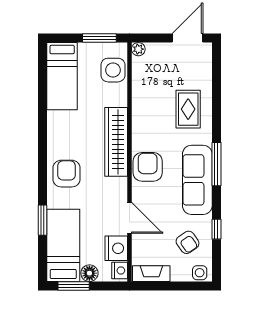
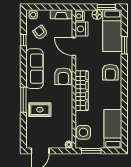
rug: (188, 109) -> (40, 110), turned 90
window: (216, 164) -> (23, 100), moved

